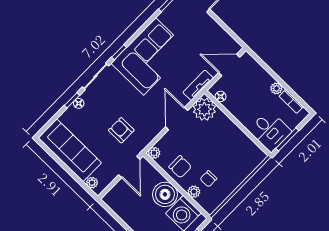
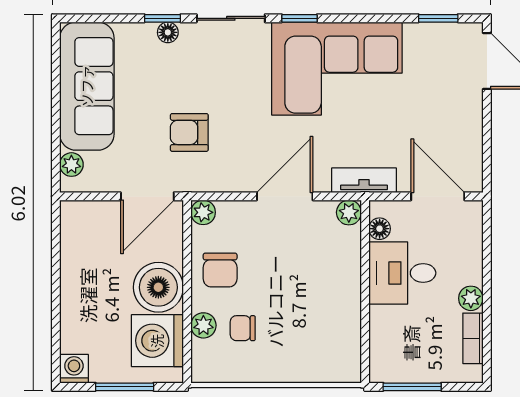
plant: (204, 109) -> (349, 212), width x0.53, depth x0.53
armchair: (121, 130) -> (189, 132), turned -90
desk: (270, 131) -> (402, 273), moved, turned 90

